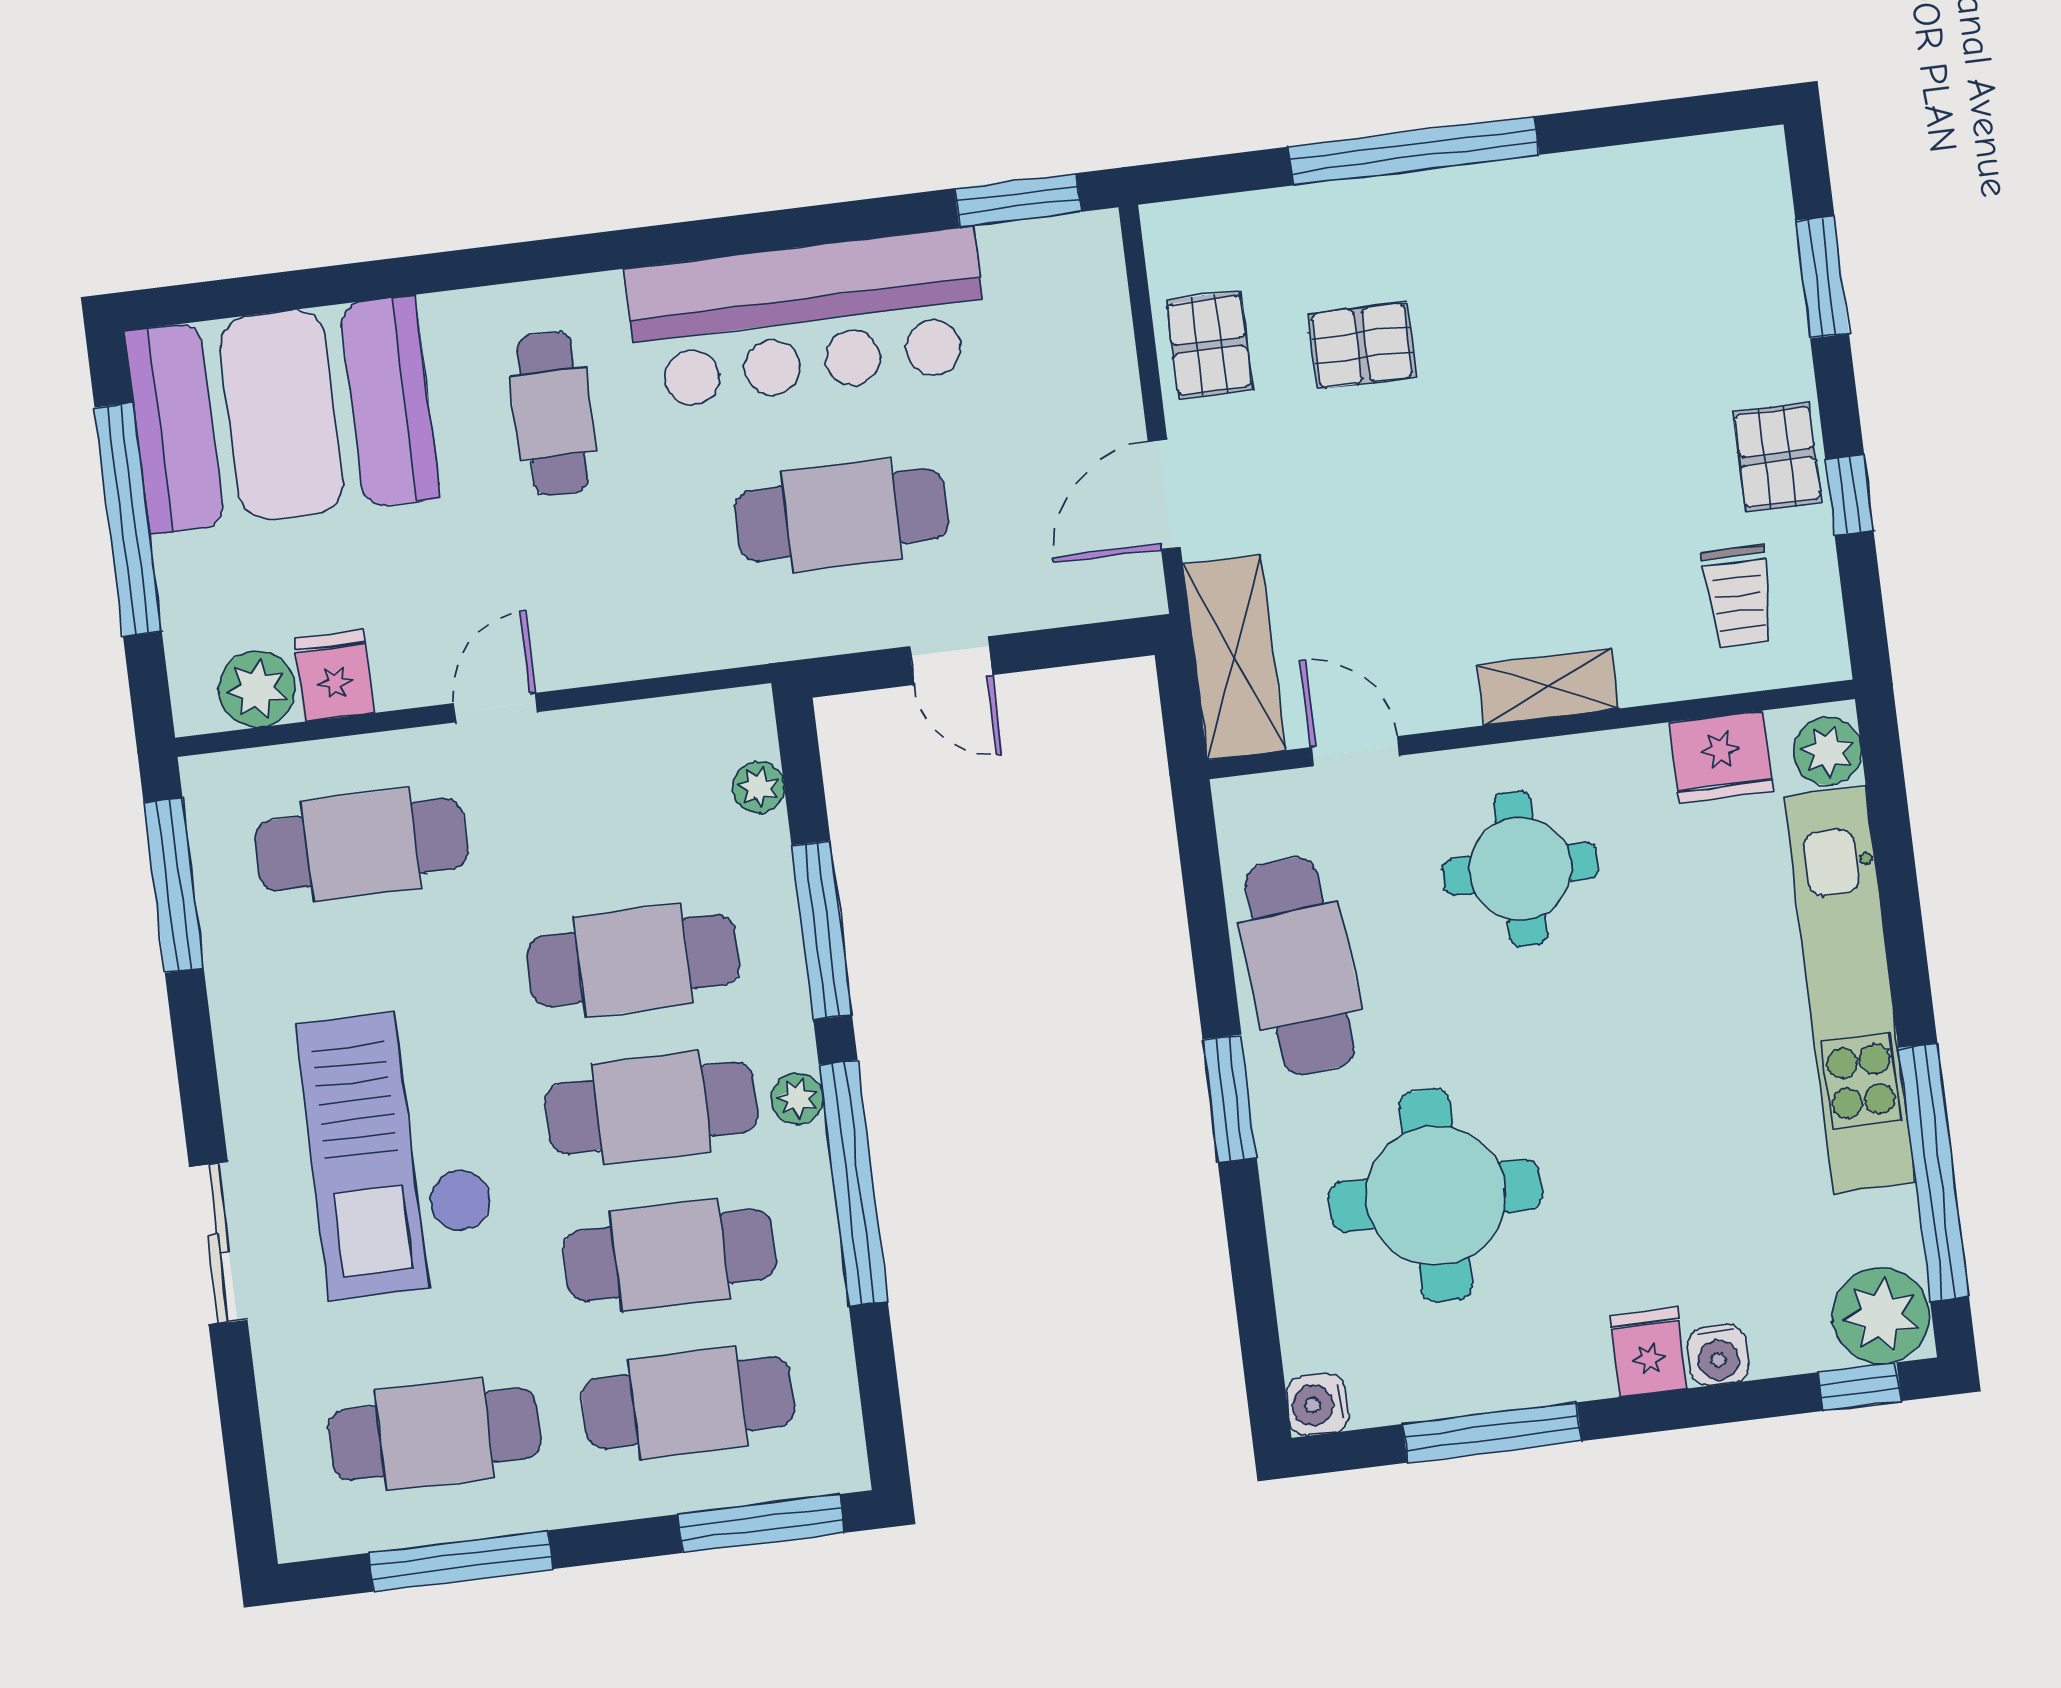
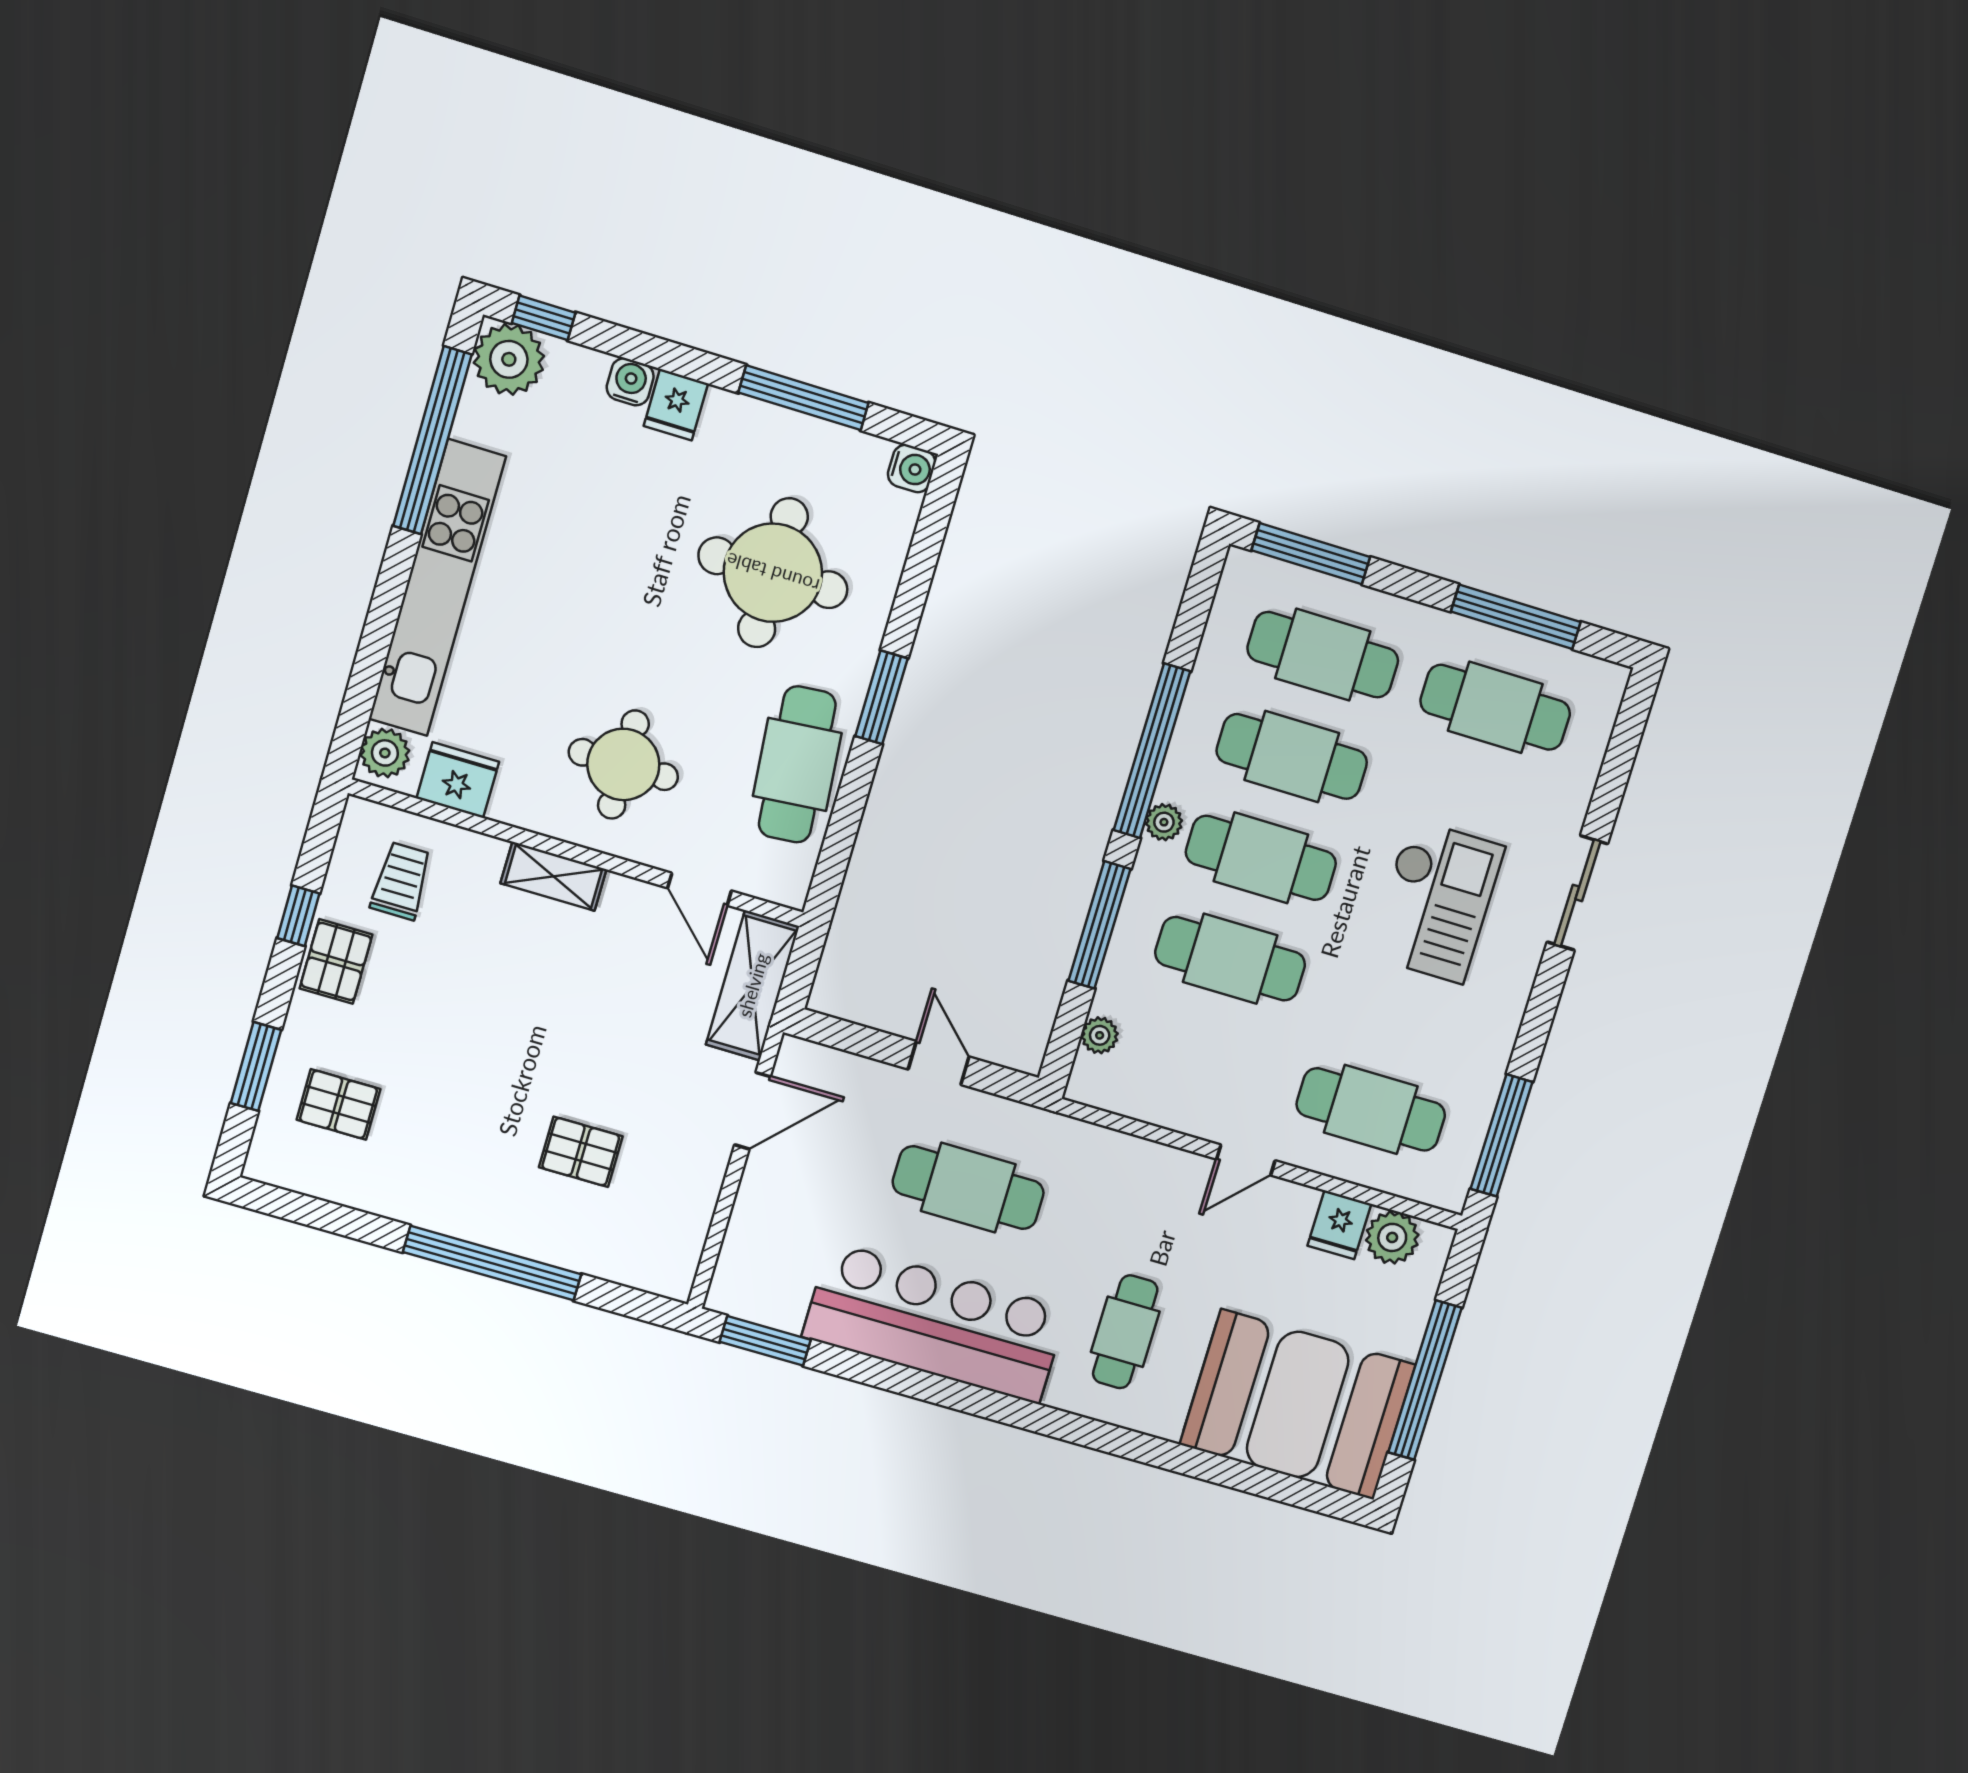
pallet: (1209, 345) -> (338, 1104), moved, turned 90
checkout: (398, 1152) -> (1436, 901), width x0.73, depth x0.83

